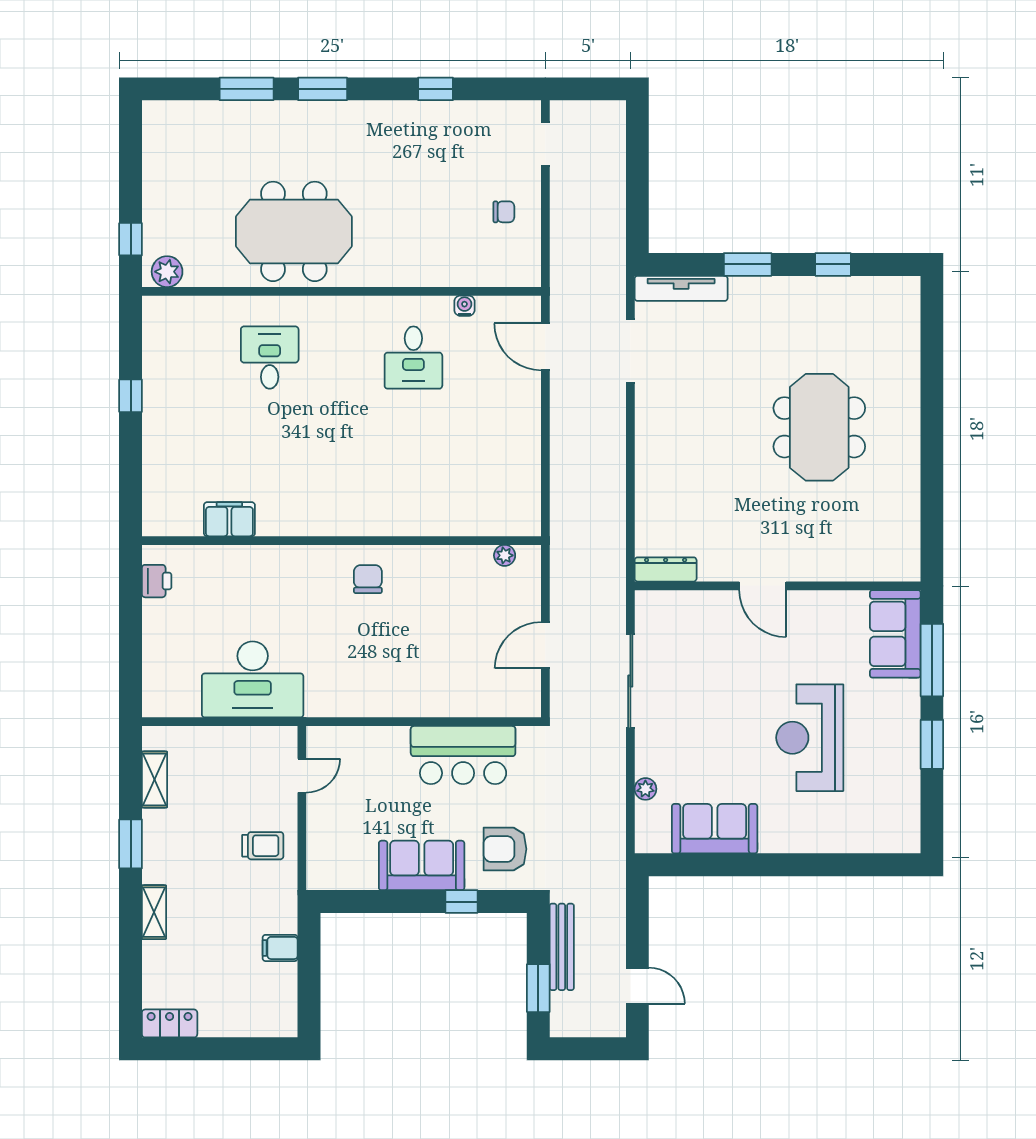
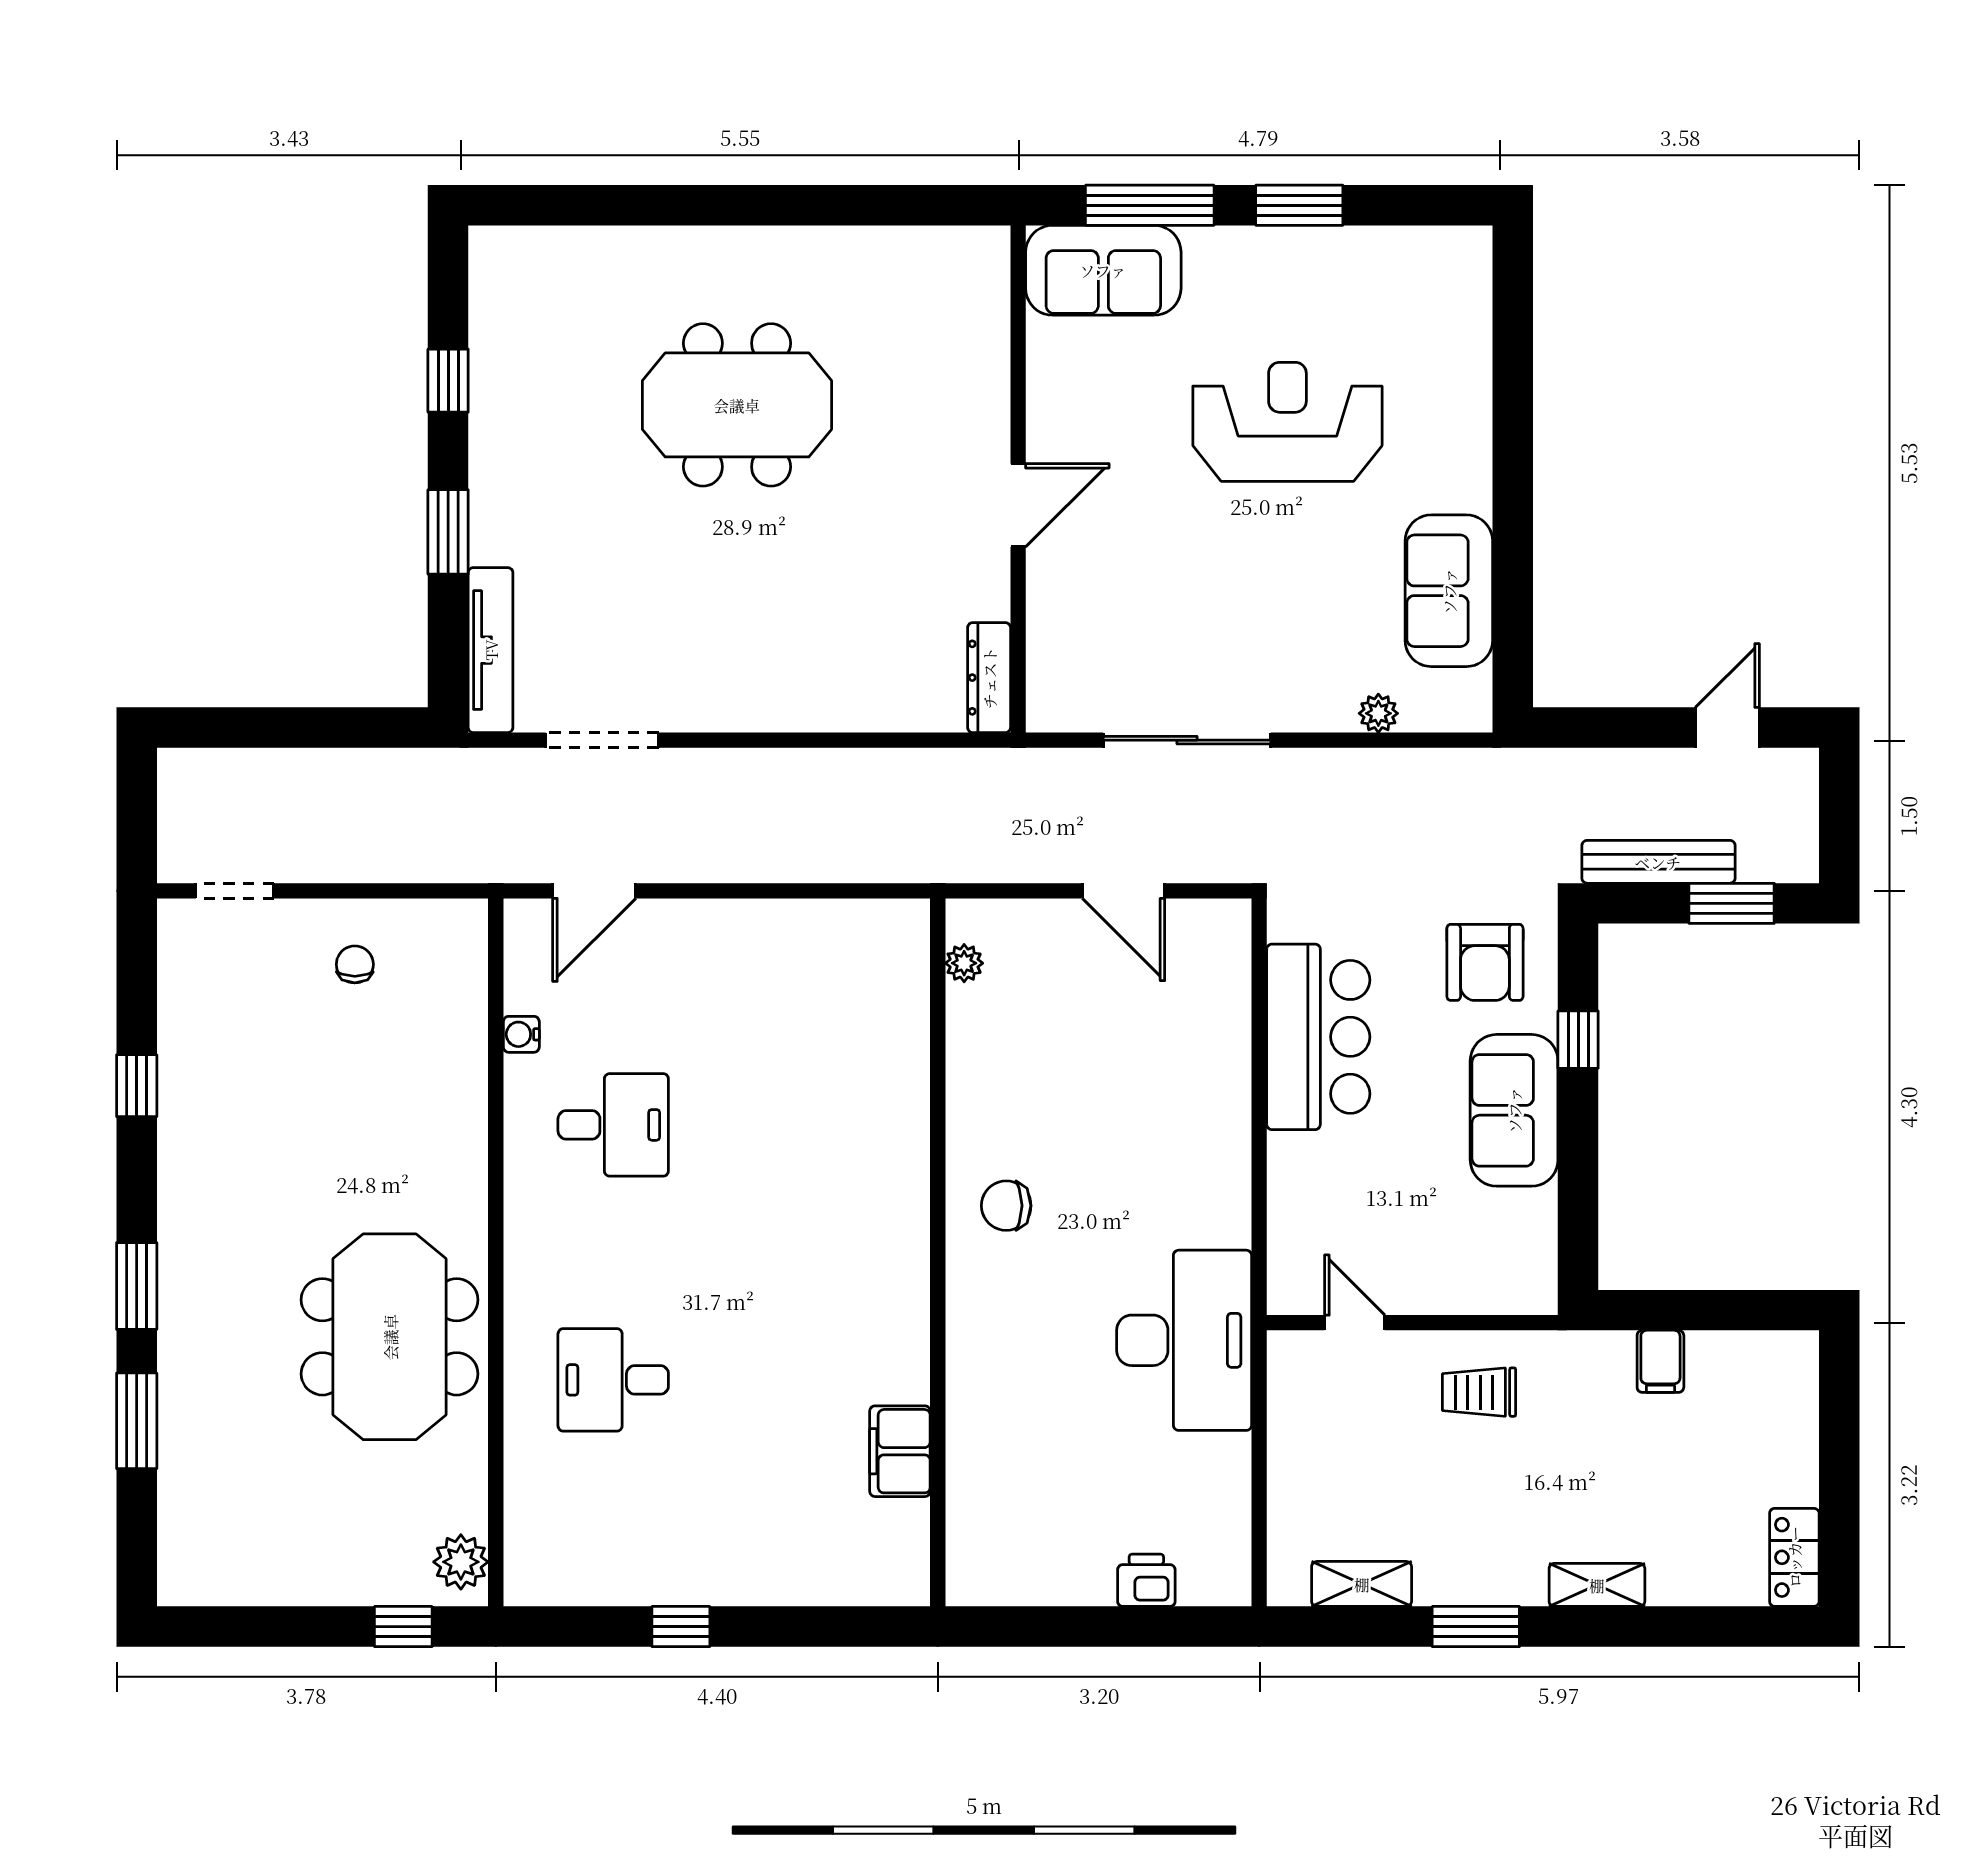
printer: (157, 581) -> (1146, 1580), moved
desk: (253, 679) -> (1184, 1340), moved
reception desk: (810, 738) -> (1287, 422), turned 180
trolley: (263, 846) -> (1479, 1392), turned -90

